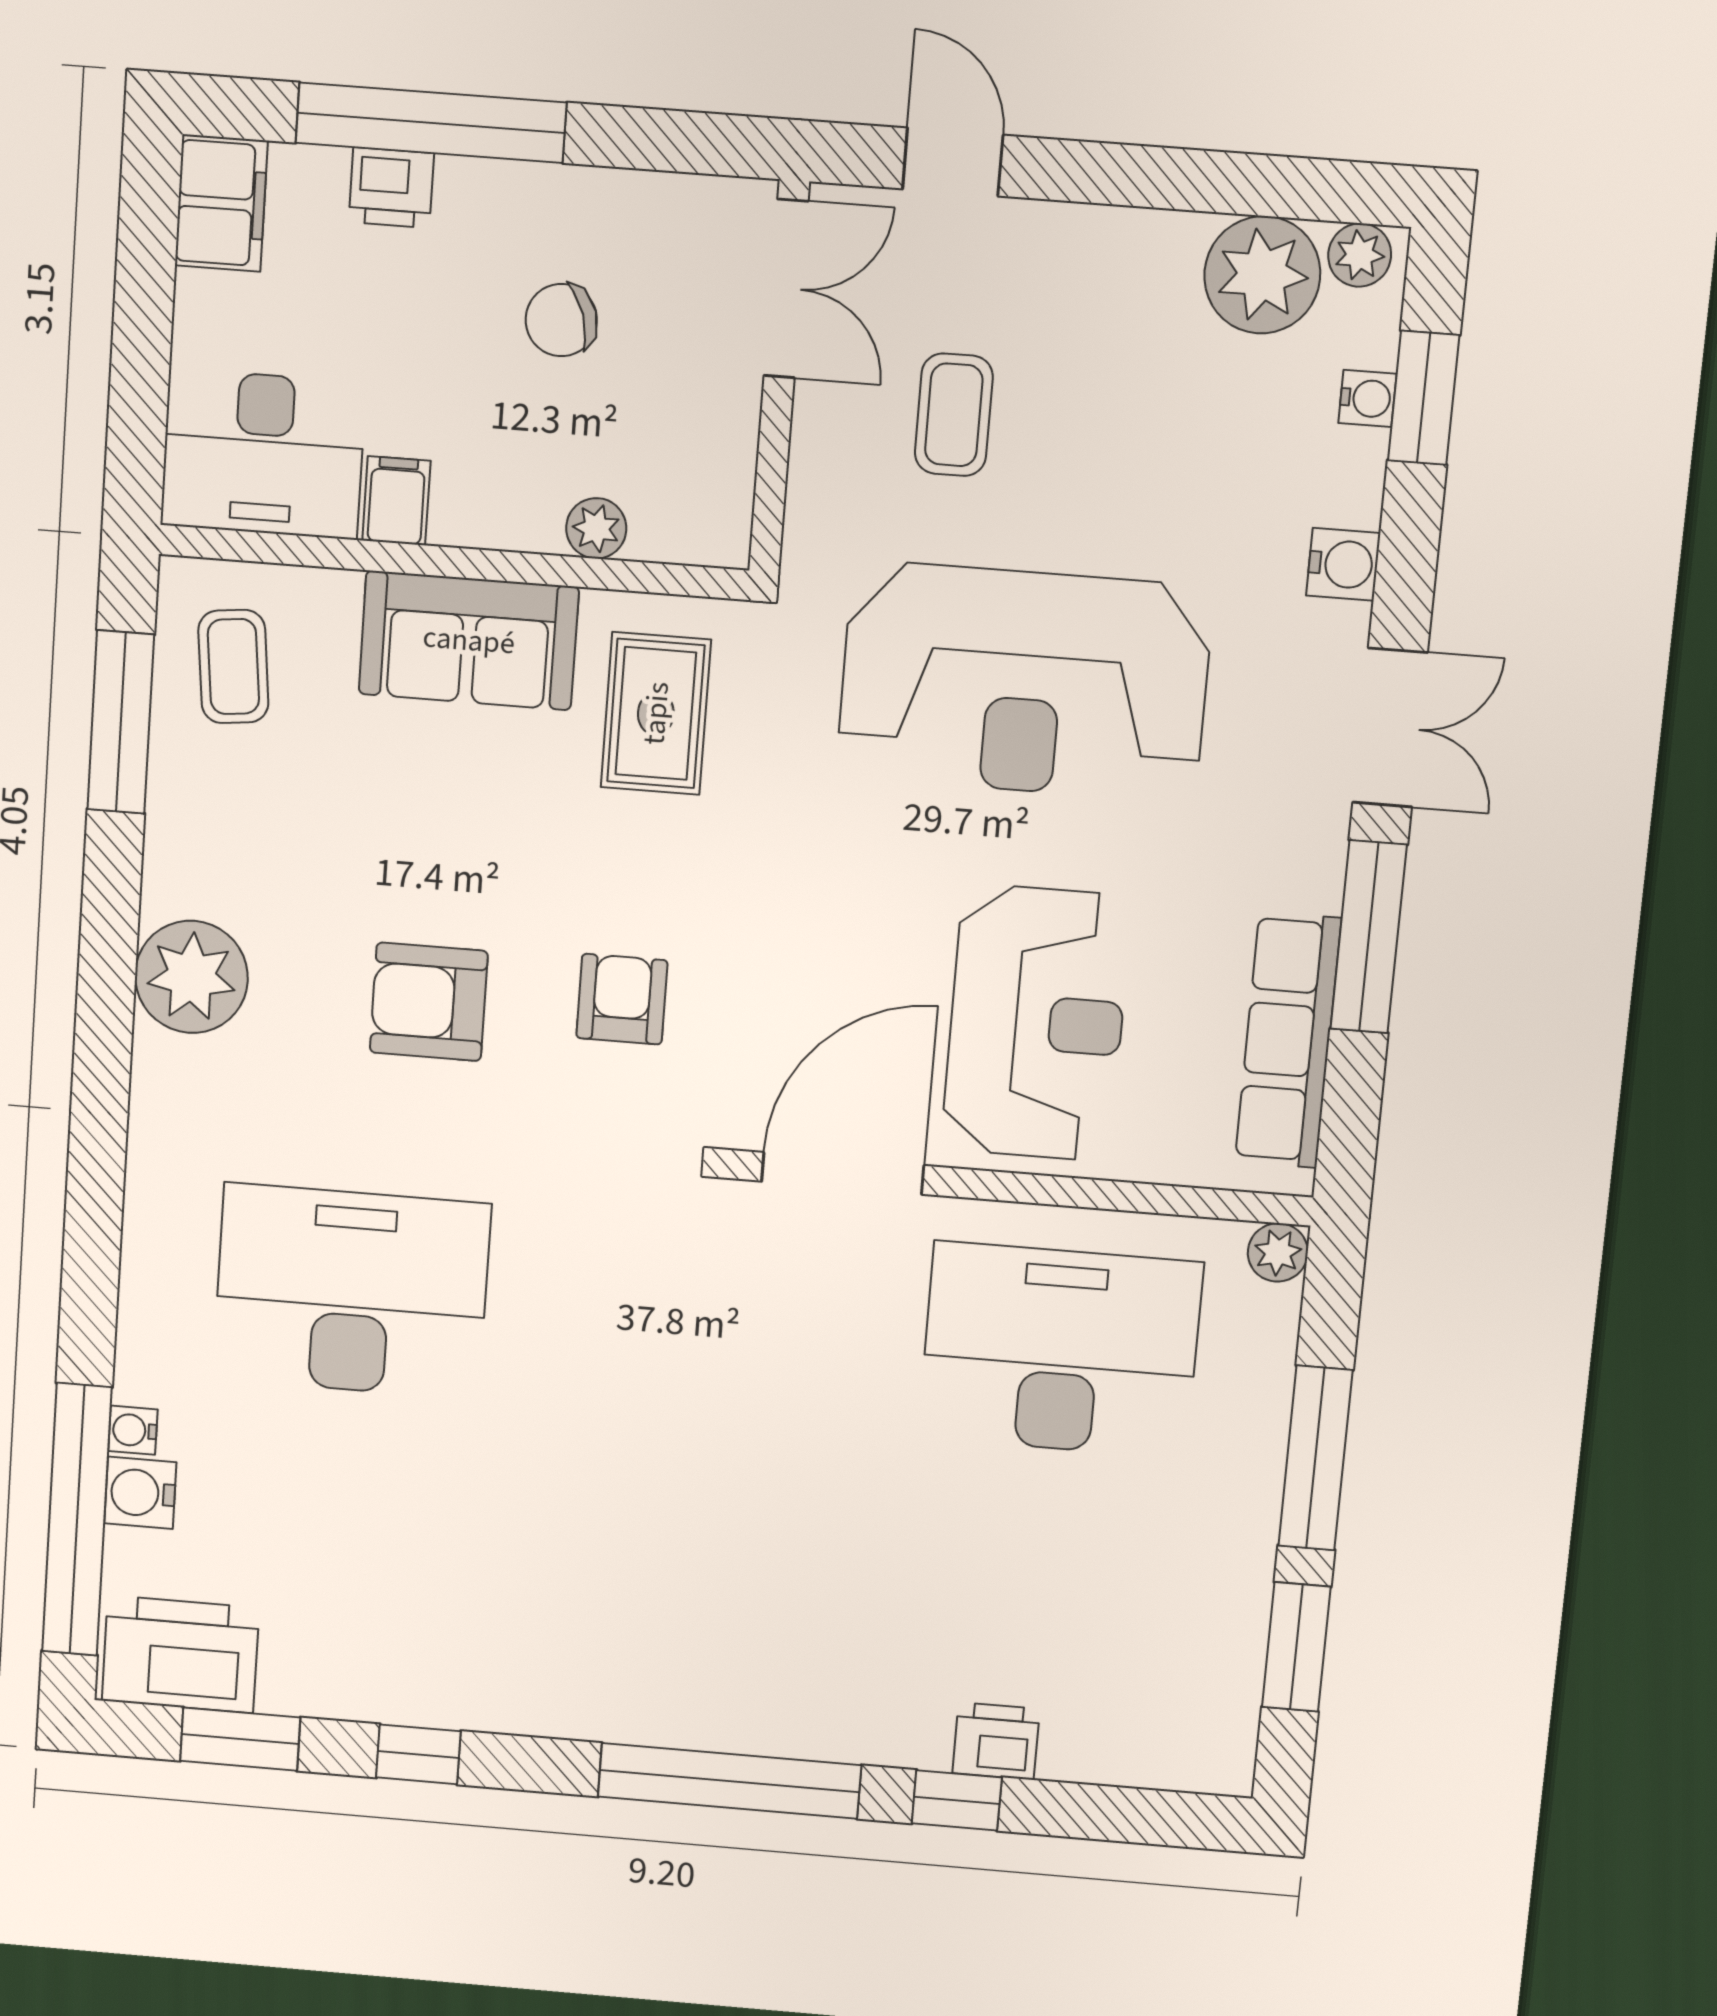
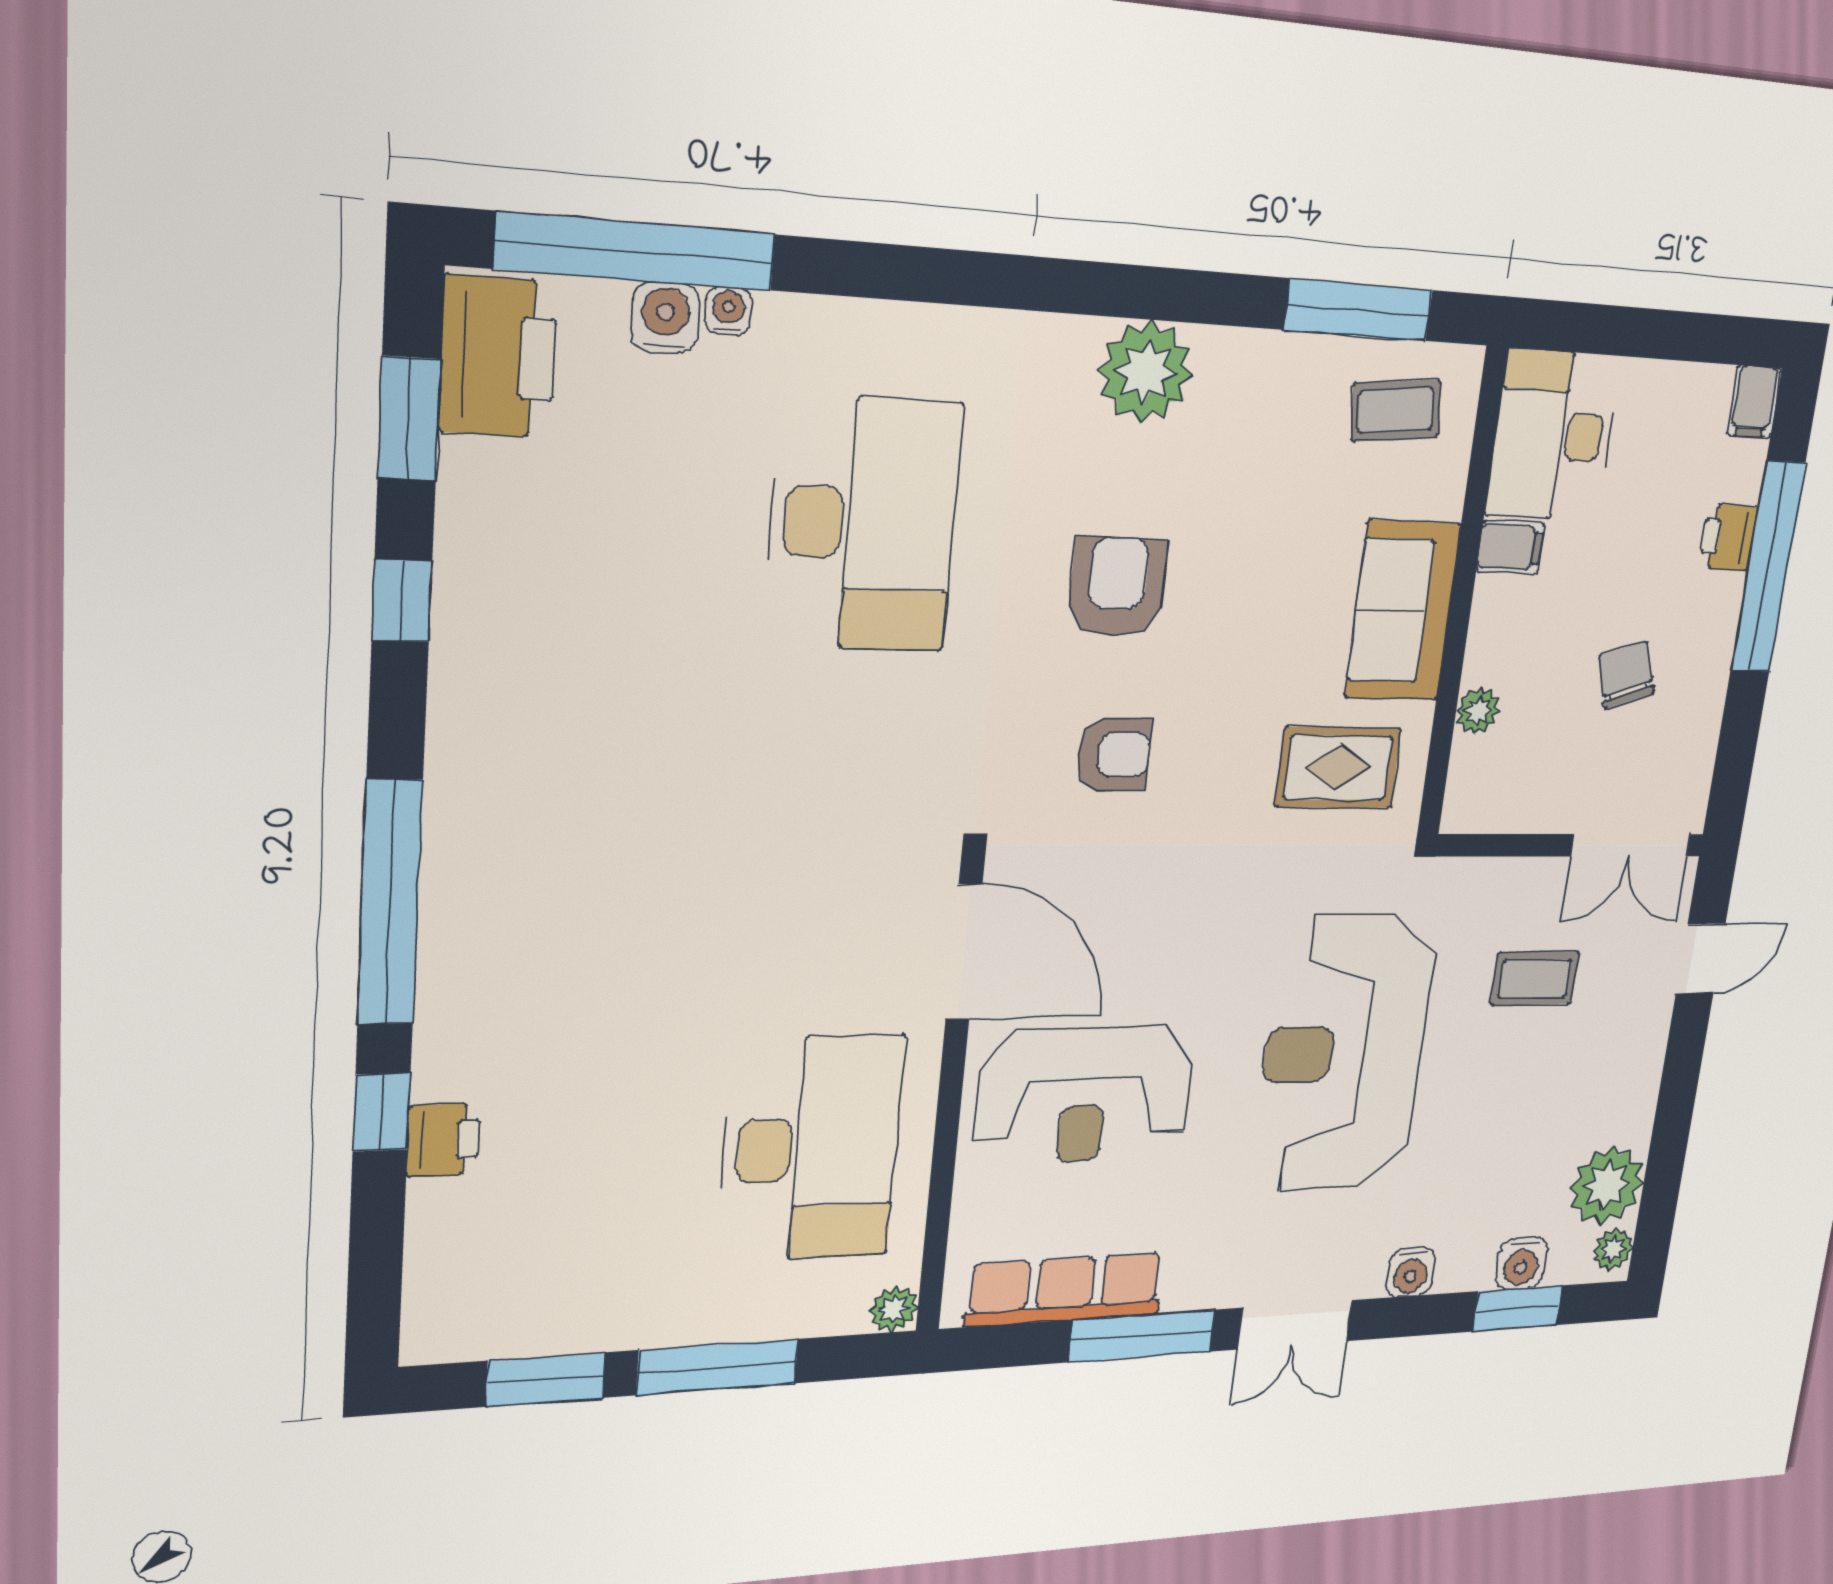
filing cabinet: (221, 203) -> (1754, 402), width x0.50
water cooler: (1367, 398) -> (1522, 1263), width x1.38, depth x1.38

